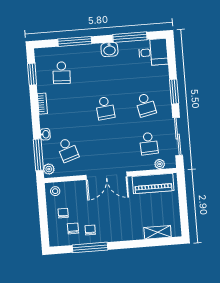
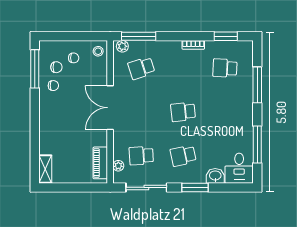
washbasin: (109, 49) -> (215, 176), moved, turned 90
washbasin: (45, 134) -> (160, 45), removed
piano: (153, 184) -> (100, 163), width x0.73, depth x0.75
shelving: (158, 232) -> (45, 169), moved
window: (90, 247) -> (35, 69), moved

